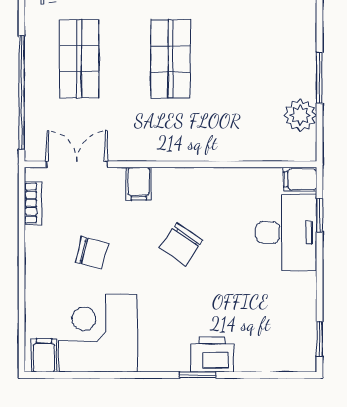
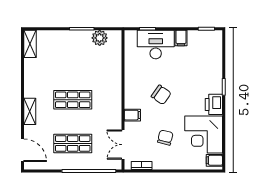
filing cabinet: (300, 179) -> (181, 38), moved
printer: (212, 354) -> (214, 104), moved

